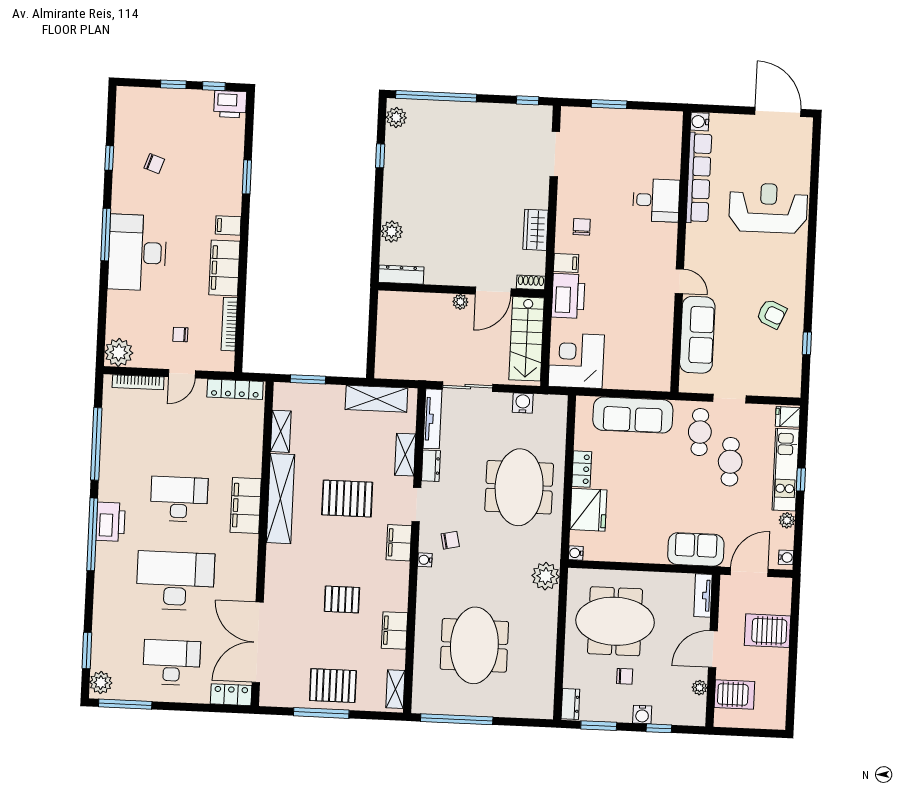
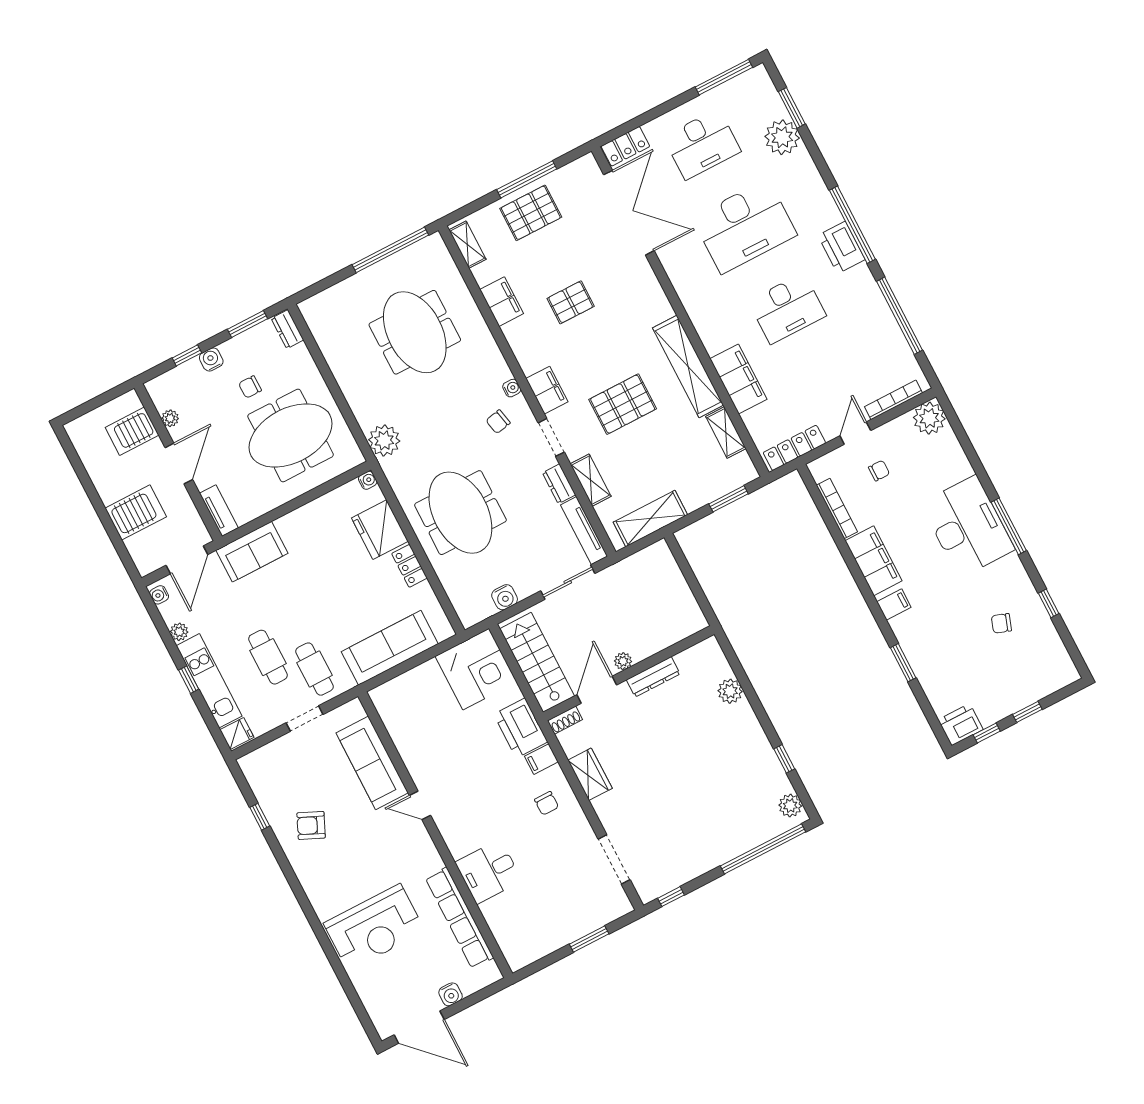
water cooler: (700, 122) -> (451, 994), moved, turned 90
dresser: (401, 275) -> (653, 677), moved
filing cabinet: (246, 506) -> (738, 379), moved
plant: (101, 683) -> (782, 137), moved, width x1.36, depth x1.36

